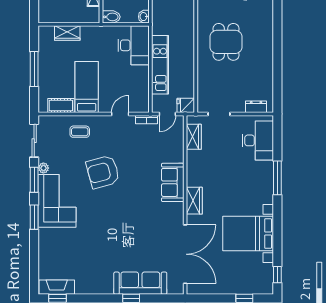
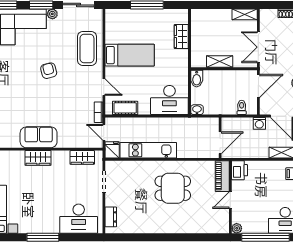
kitchen unit: (160, 65) -> (148, 150), moved, turned 180
cot: (61, 105) -> (125, 108), moved, turned 90
coffee table: (80, 132) -> (87, 48), width x1.86, depth x1.72
armchair: (103, 172) -> (49, 71), width x0.53, depth x0.53
wardrobe: (194, 201) -> (38, 158), moved

